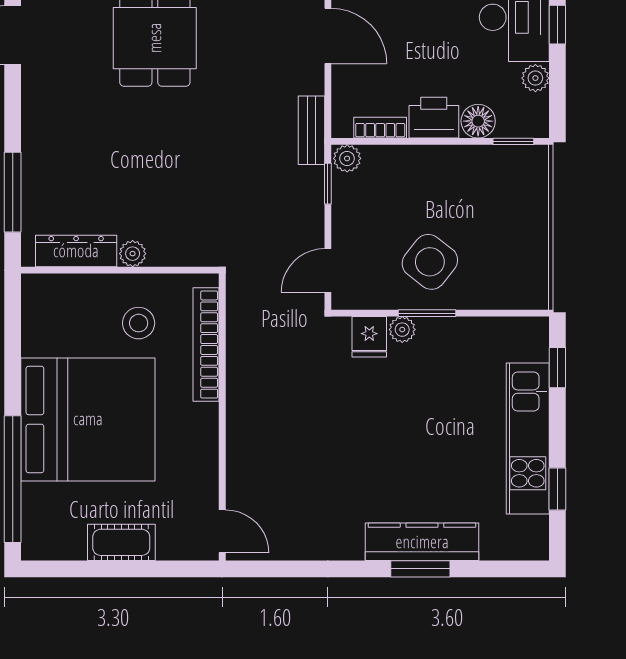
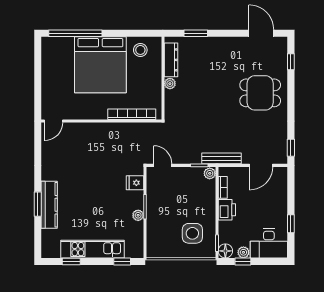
window: (557, 25) -> (243, 262), moved
floor lamp: (478, 121) -> (225, 251), moved
bench: (311, 130) -> (222, 158), width x1.36
window: (13, 192) -> (196, 33), width x0.69
side table: (430, 262) -> (192, 233), moved, turned -38
stool: (139, 323) -> (140, 50), moved
plant: (402, 330) -> (138, 215), moved
cot: (121, 542) -> (49, 79), removed

